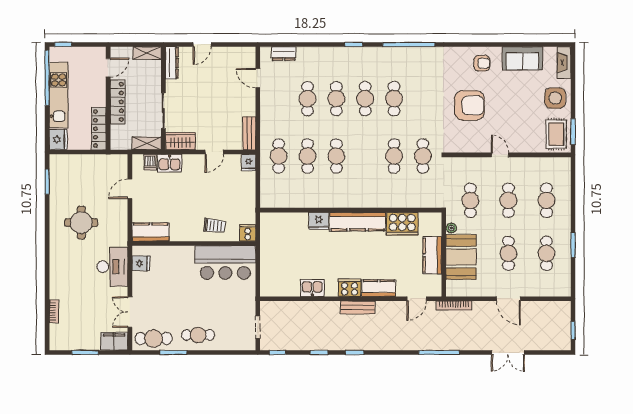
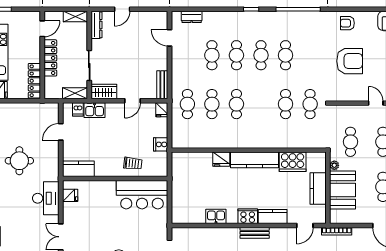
armchair: (482, 63) -> (347, 23), moved, turned 180
cooker: (248, 233) -> (161, 144), moved, turned -90

